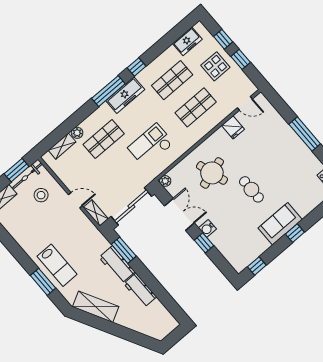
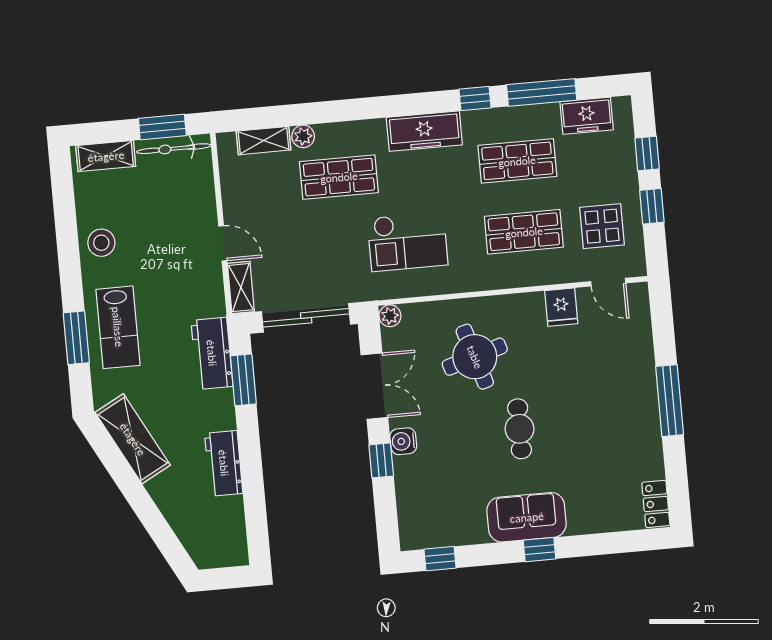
display table: (215, 66) -> (602, 226), moved
window: (108, 91) -> (542, 92), moved
checkout: (151, 145) -> (408, 242), turned 180
stool: (41, 195) -> (101, 243), moved
workbench: (117, 265) -> (212, 353), moved

